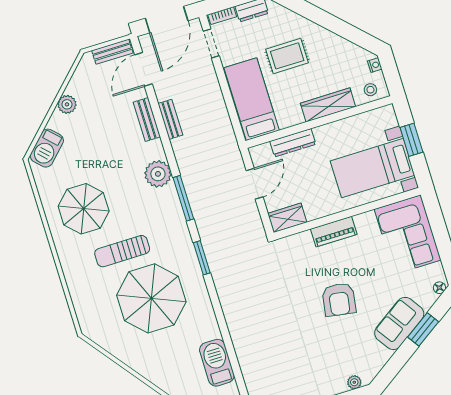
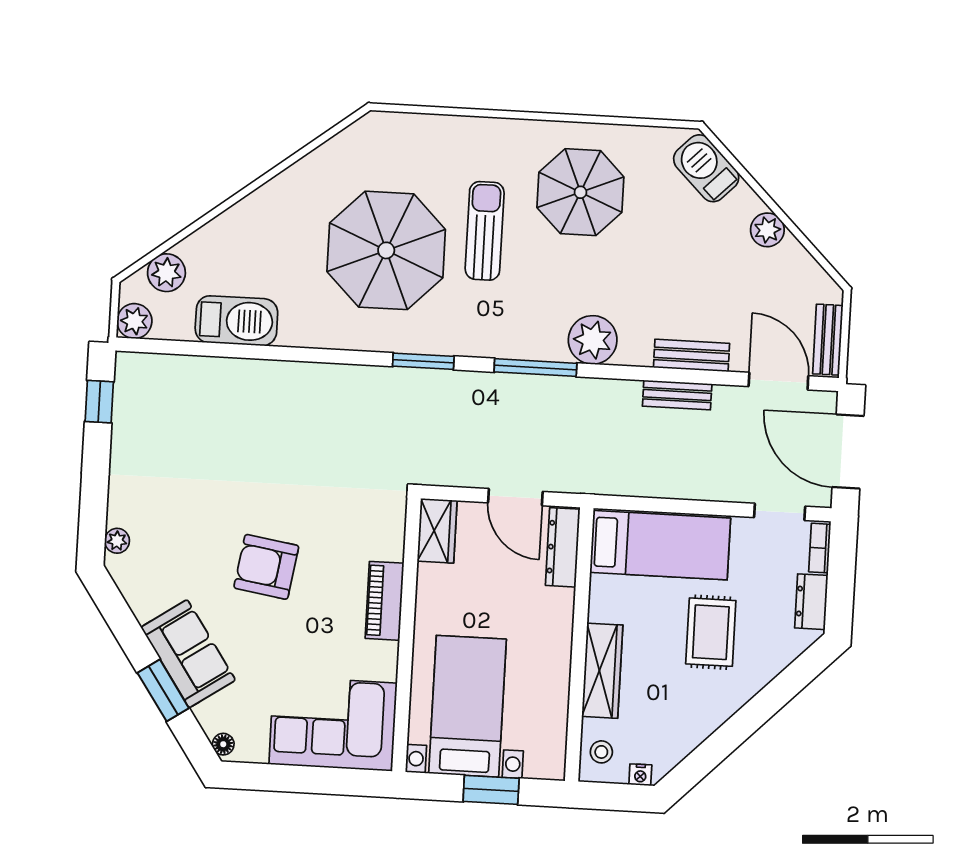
dresser: (293, 143) -> (563, 547), moved

